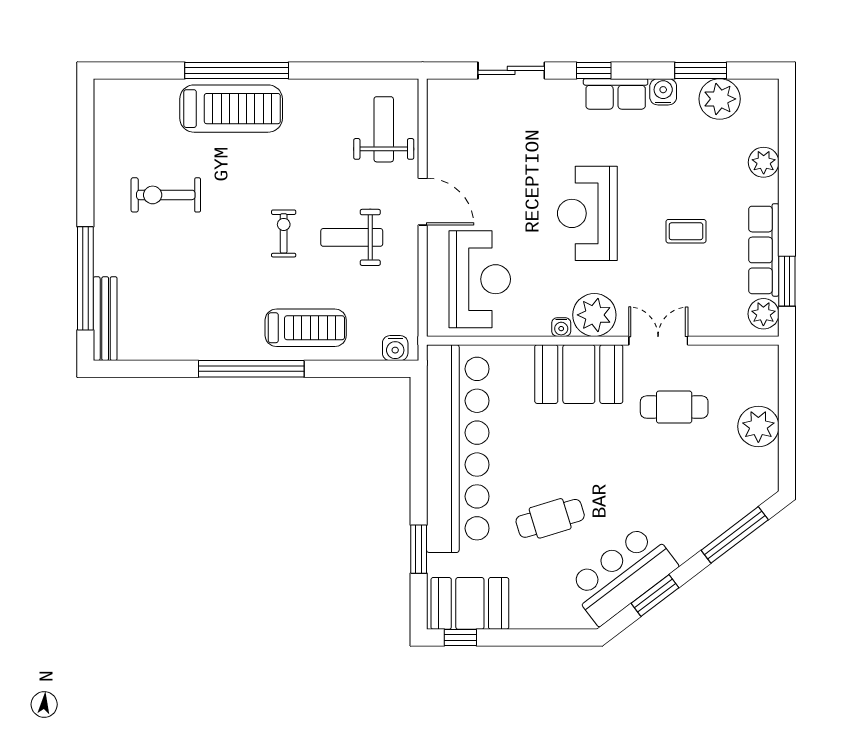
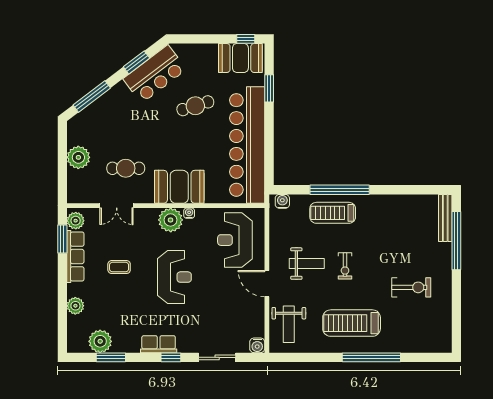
water cooler: (663, 92) -> (257, 345), moved
treadmill: (231, 109) -> (352, 323), moved
double door: (658, 341) -> (117, 206), moved
window: (251, 369) -> (340, 190), moved

